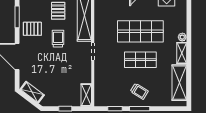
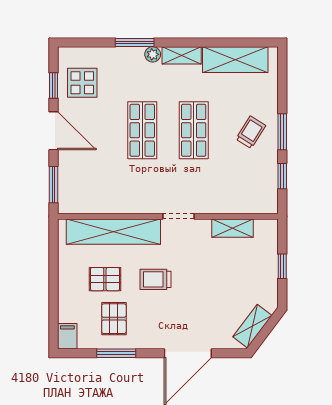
window: (189, 27) -> (135, 43), added
pallet: (32, 29) -> (114, 319), moved
shop shelf: (140, 31) -> (142, 130), width x0.70, depth x0.74
shelving: (86, 95) -> (233, 228), moved

